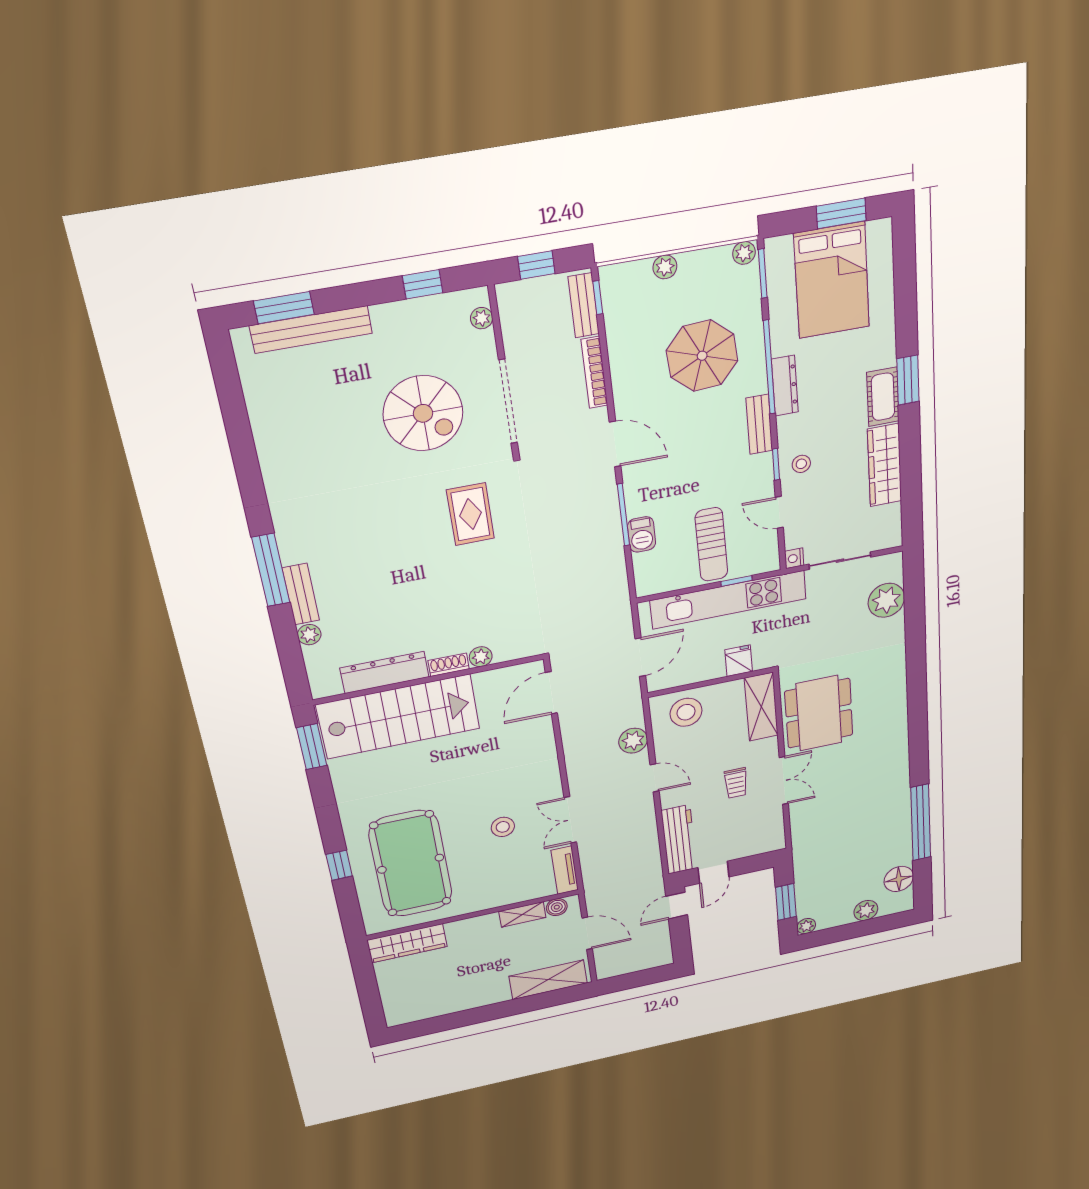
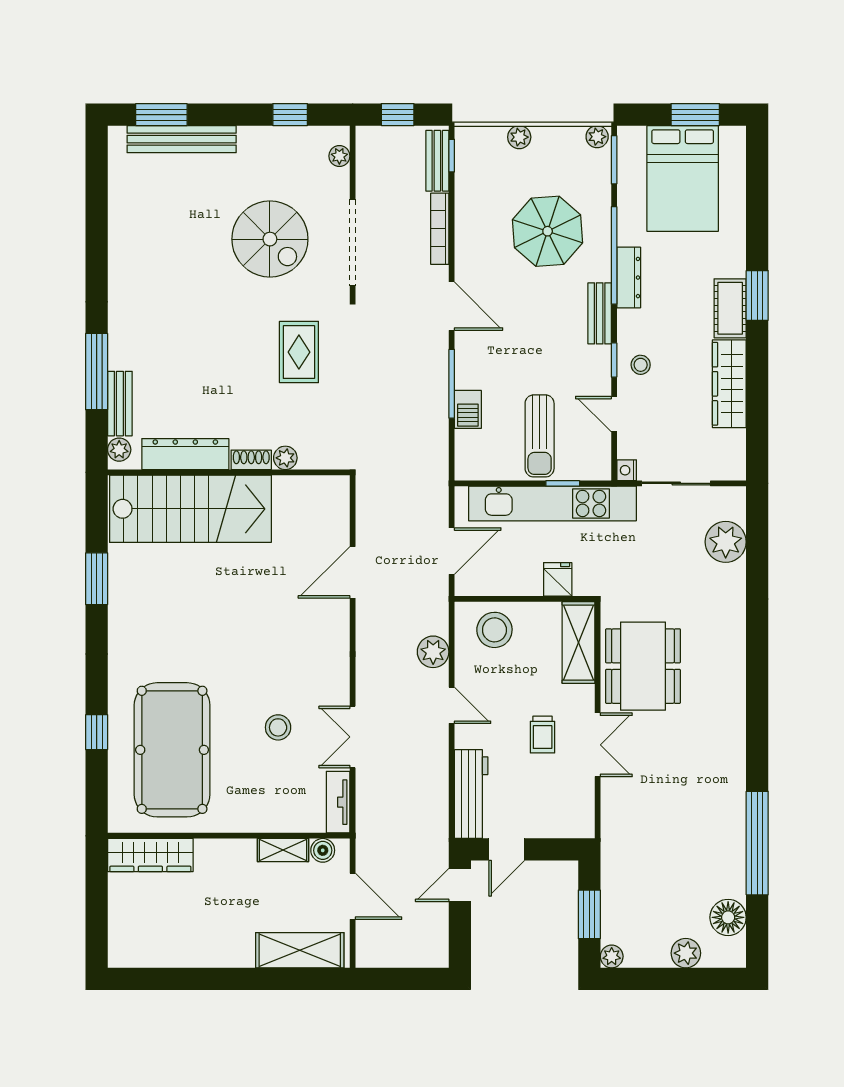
plant: (481, 657) -> (285, 458), moved
shoe rack: (449, 665) -> (251, 460), moved
dresser: (385, 673) -> (185, 454), moved
wall: (429, 679) -> (229, 472), moved
stairs: (398, 717) -> (190, 509), moved

